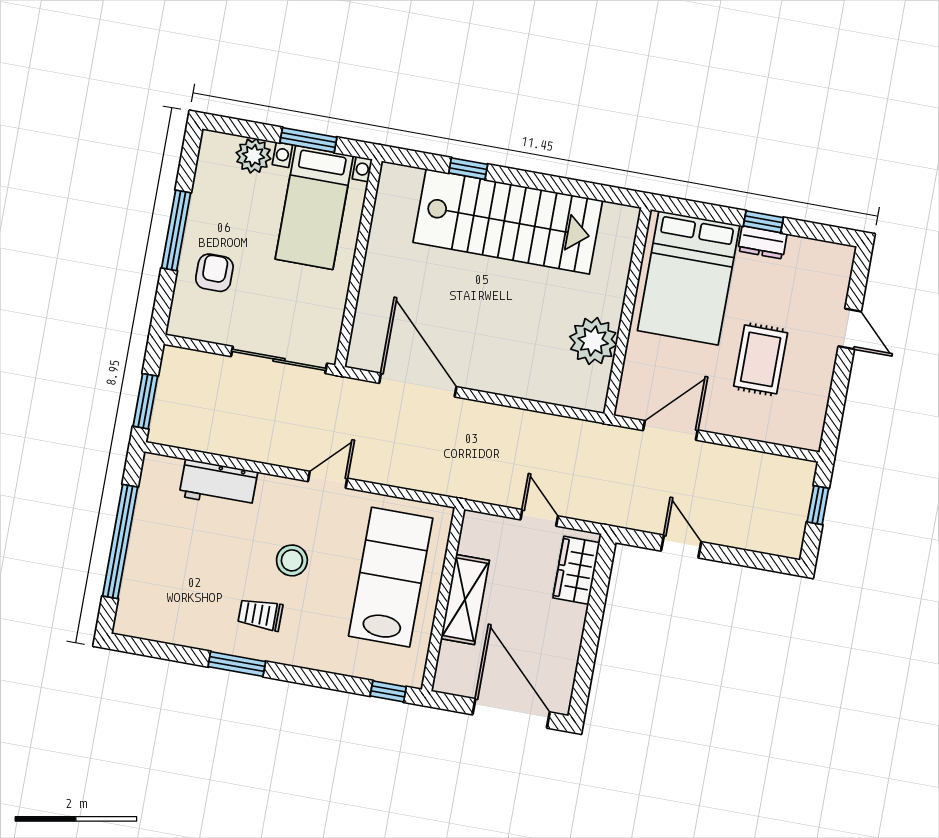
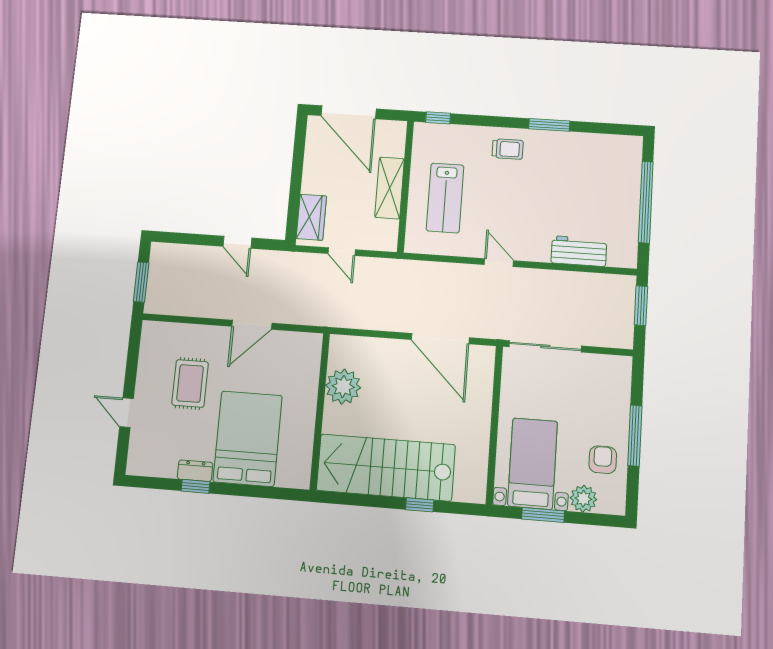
armchair: (214, 273) -> (603, 460), moved, turned 180
wall: (628, 312) -> (320, 411), moved
plant: (593, 341) -> (343, 387), moved
door: (328, 480) -> (499, 263), swing flipped
window: (818, 505) -> (141, 282), width x1.50
stool: (292, 560) -> (518, 202), removed
lab bench: (391, 577) -> (445, 198), width x0.73, depth x0.72
trolley: (260, 615) -> (508, 149), moved

